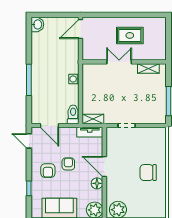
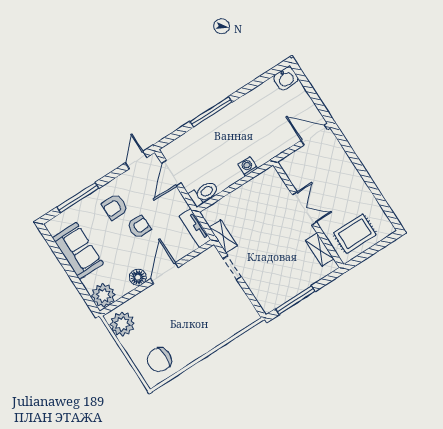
rug: (130, 35) -> (355, 234), moved, turned 90
shelving: (93, 119) -> (223, 236), moved
chair: (148, 173) -> (159, 360), moved, turned -90
window: (29, 188) -> (78, 198), width x2.17

